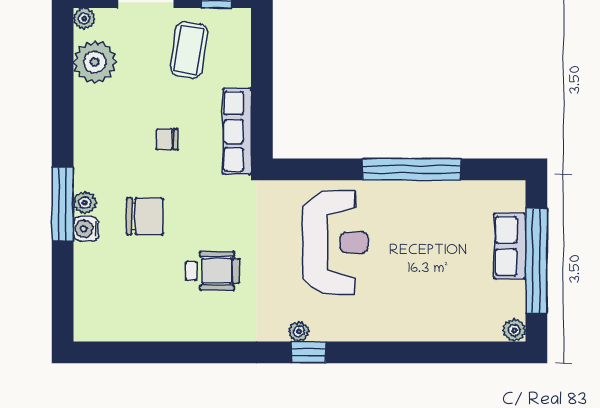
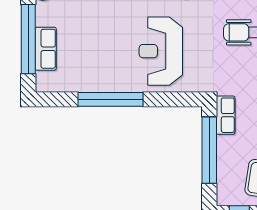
window: (262, 92) -> (209, 150), added
row of seats: (237, 131) -> (226, 115), width x0.68

